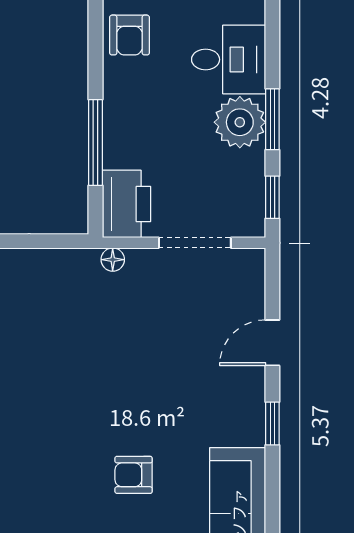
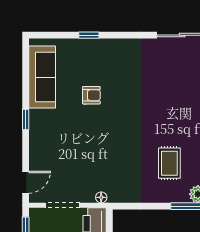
door: (272, 343) -> (26, 182), moved

